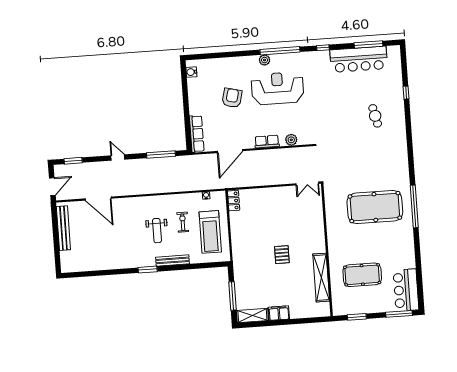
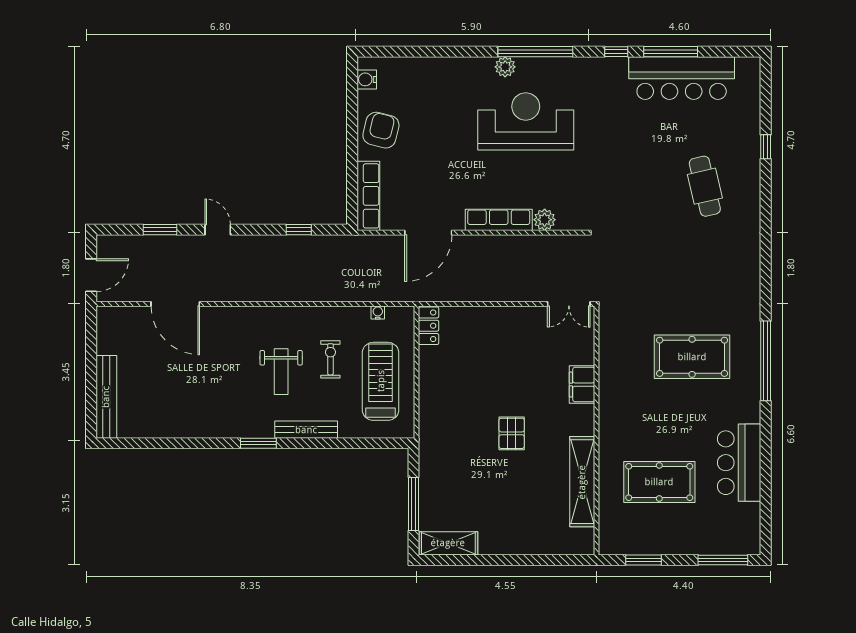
window: (368, 44) -> (671, 52), moved
armchair: (232, 98) -> (381, 130), moved
cafe table: (375, 116) -> (705, 186), width x1.37, depth x1.35
row of seats: (267, 142) -> (499, 220), width x1.48
window: (161, 154) -> (299, 230), width x0.46
window: (73, 161) -> (160, 230), moved
pool table: (375, 207) -> (692, 357), width x0.73, depth x0.76
bench: (63, 228) -> (106, 397), moved
treadmill: (210, 232) -> (381, 381), turned 180
bar counter: (406, 290) -> (739, 463), moved
filing cabinet: (279, 313) -> (582, 385), moved, turned -90

